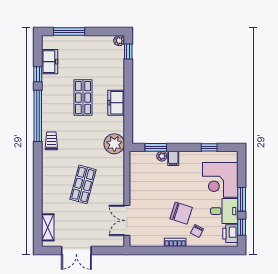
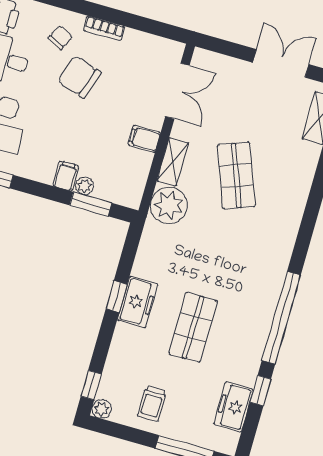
window: (128, 102) -> (116, 296), added
trolley: (51, 141) -> (152, 403), moved
plant: (114, 144) -> (169, 205), moved
shelving: (119, 182) -> (173, 162), added
shop shelf: (83, 184) -> (236, 176), turned -36
filing cabinet: (137, 190) -> (144, 139), added

